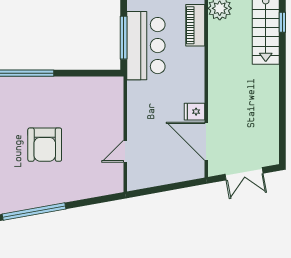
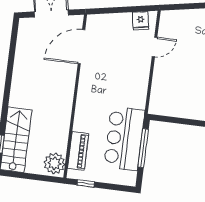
fridge: (194, 112) -> (141, 21), moved, turned 80
door: (206, 141) -> (81, 47), swing flipped

